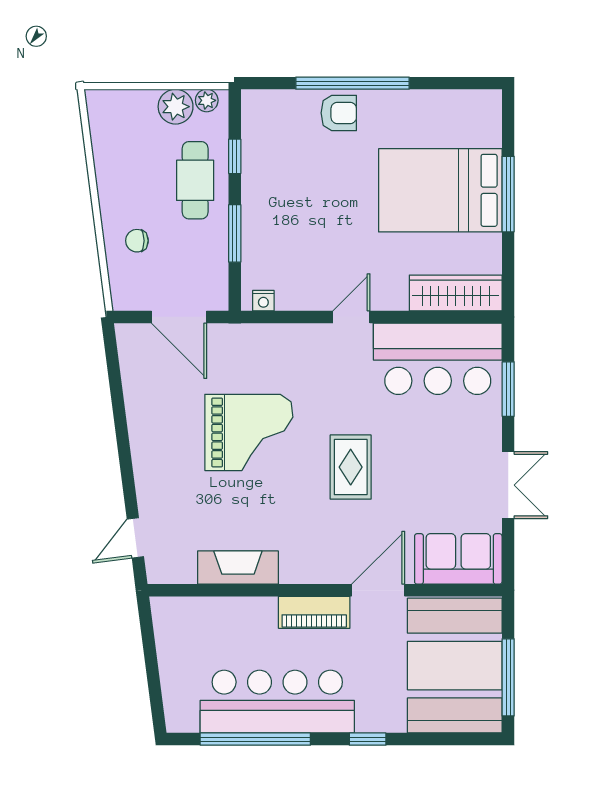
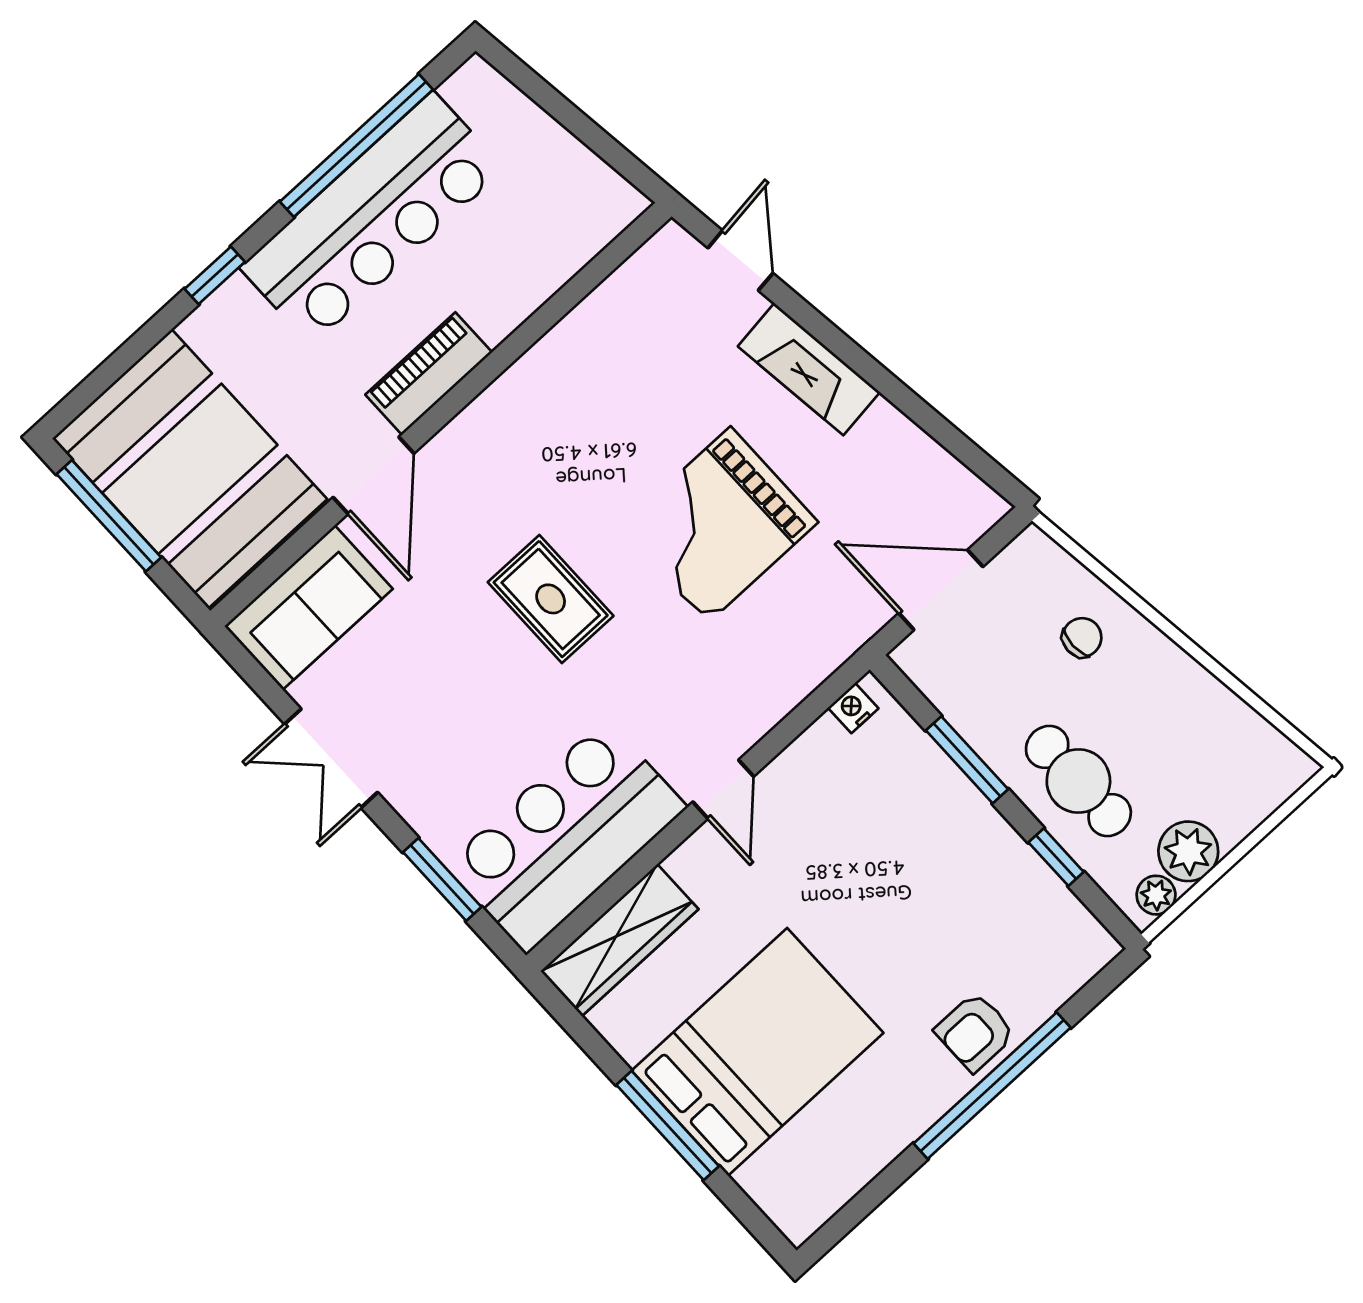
fireplace: (238, 568) -> (809, 369), moved, turned 83

